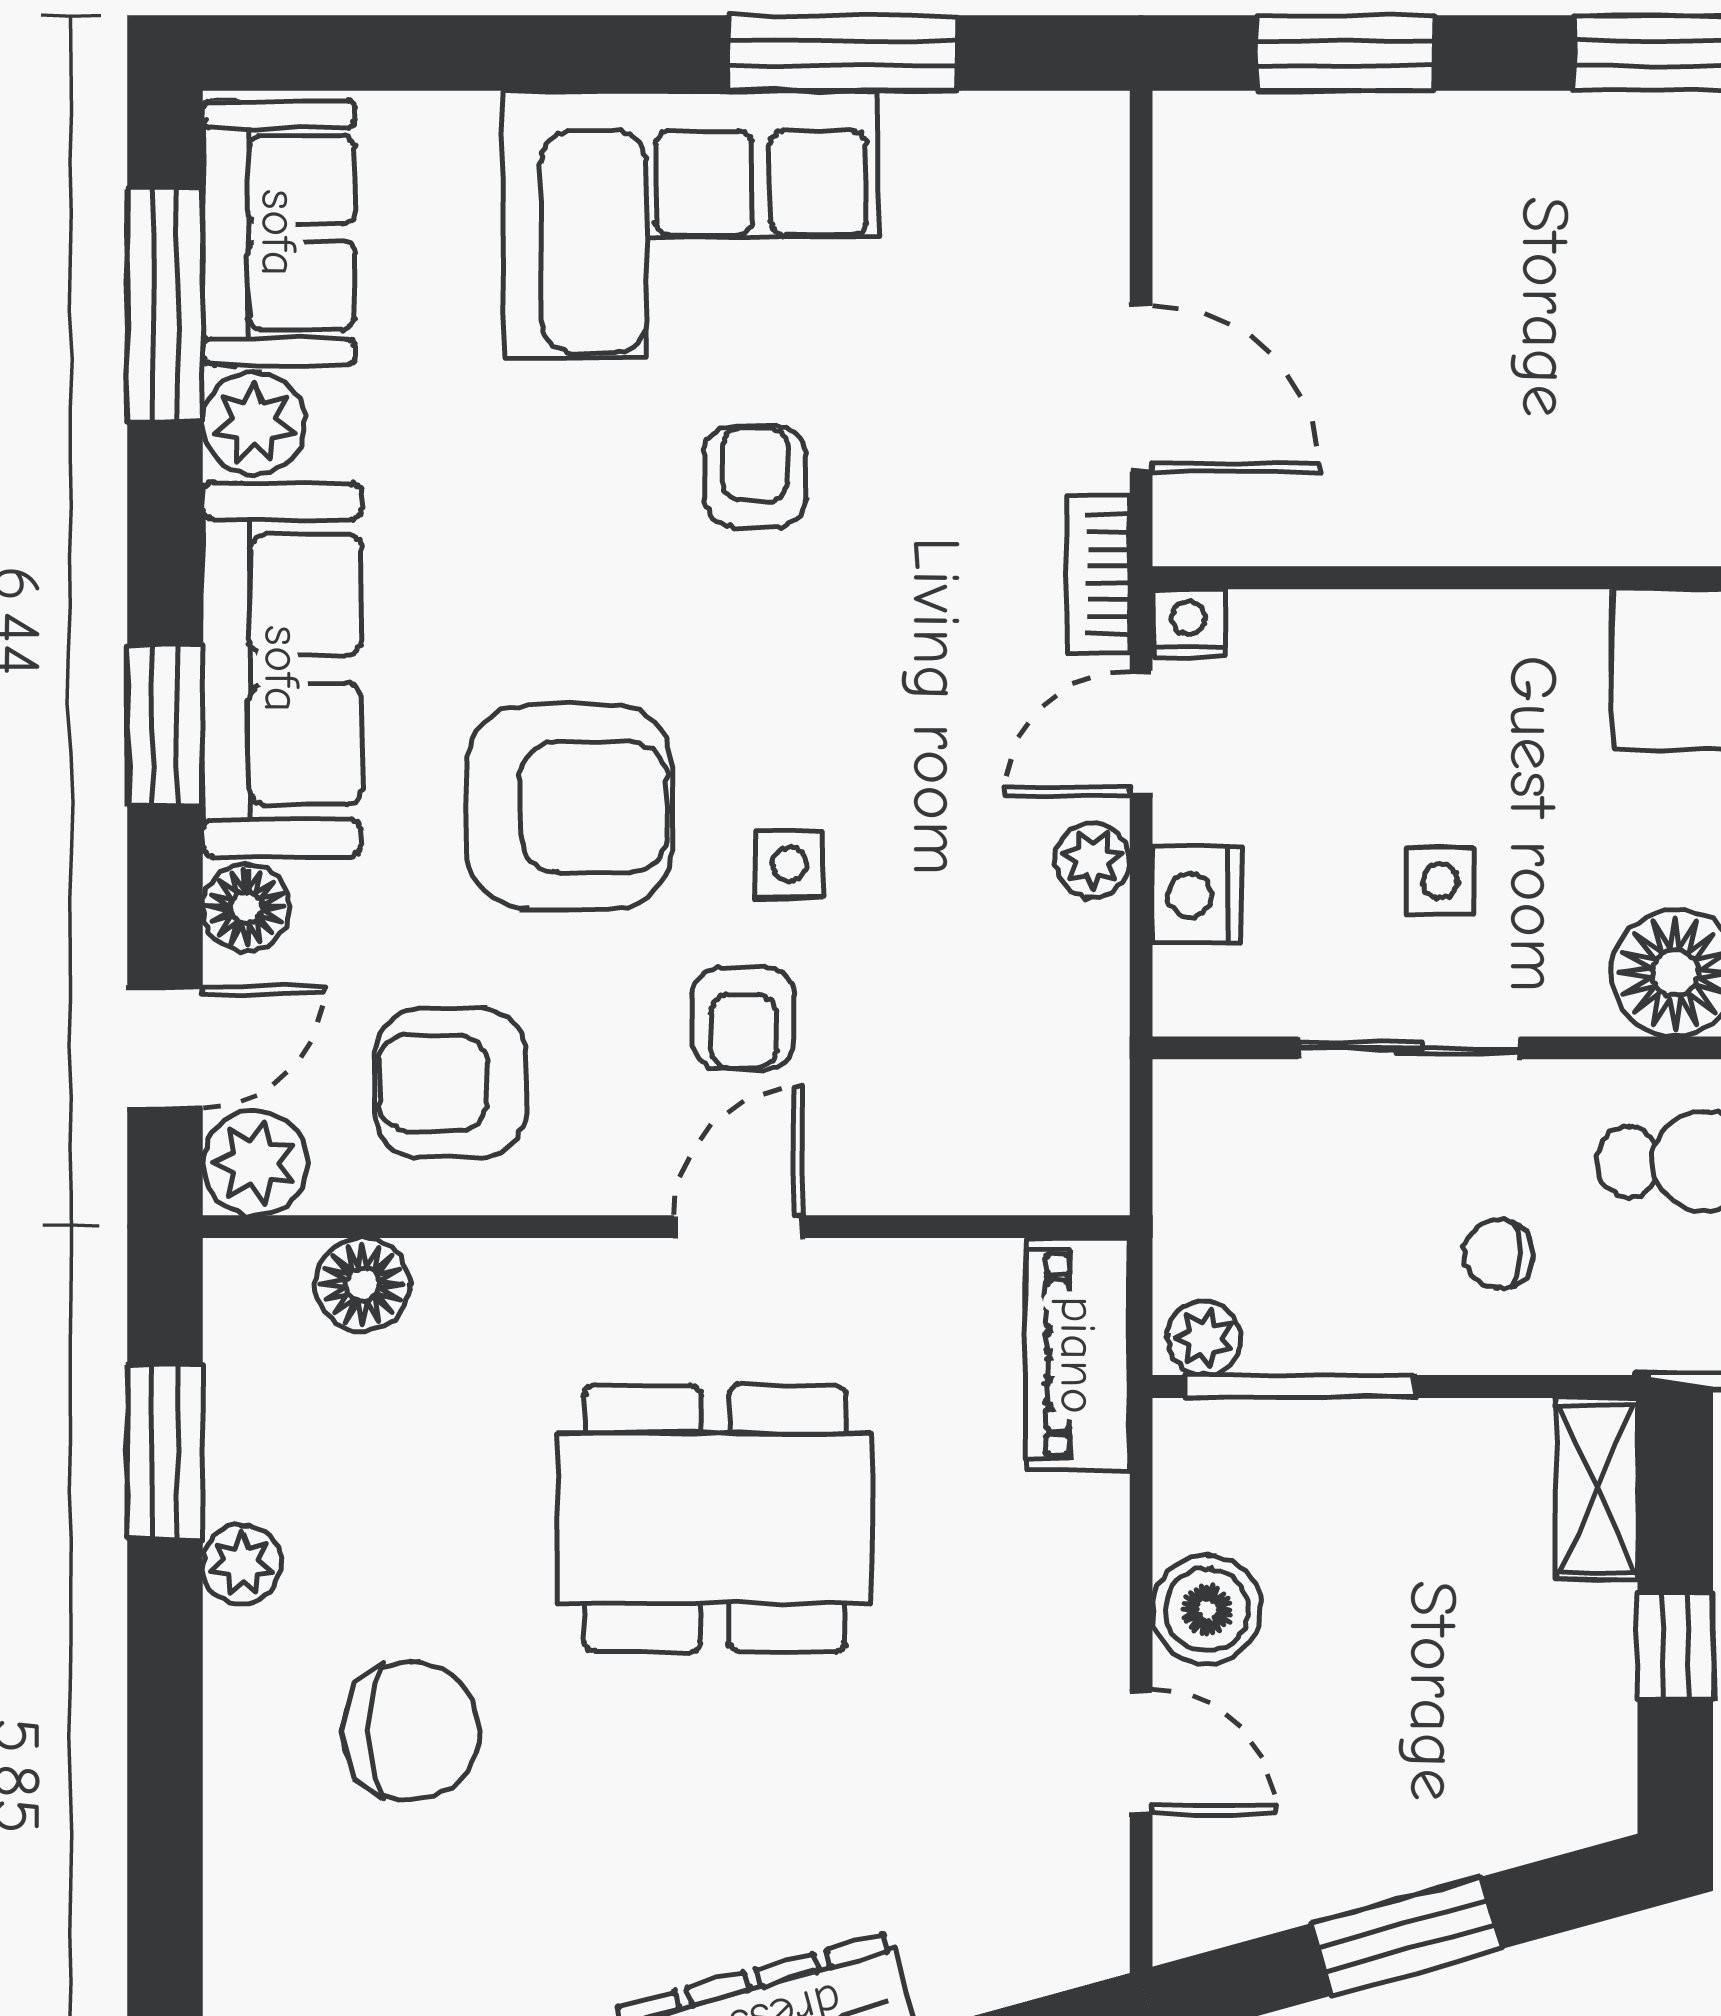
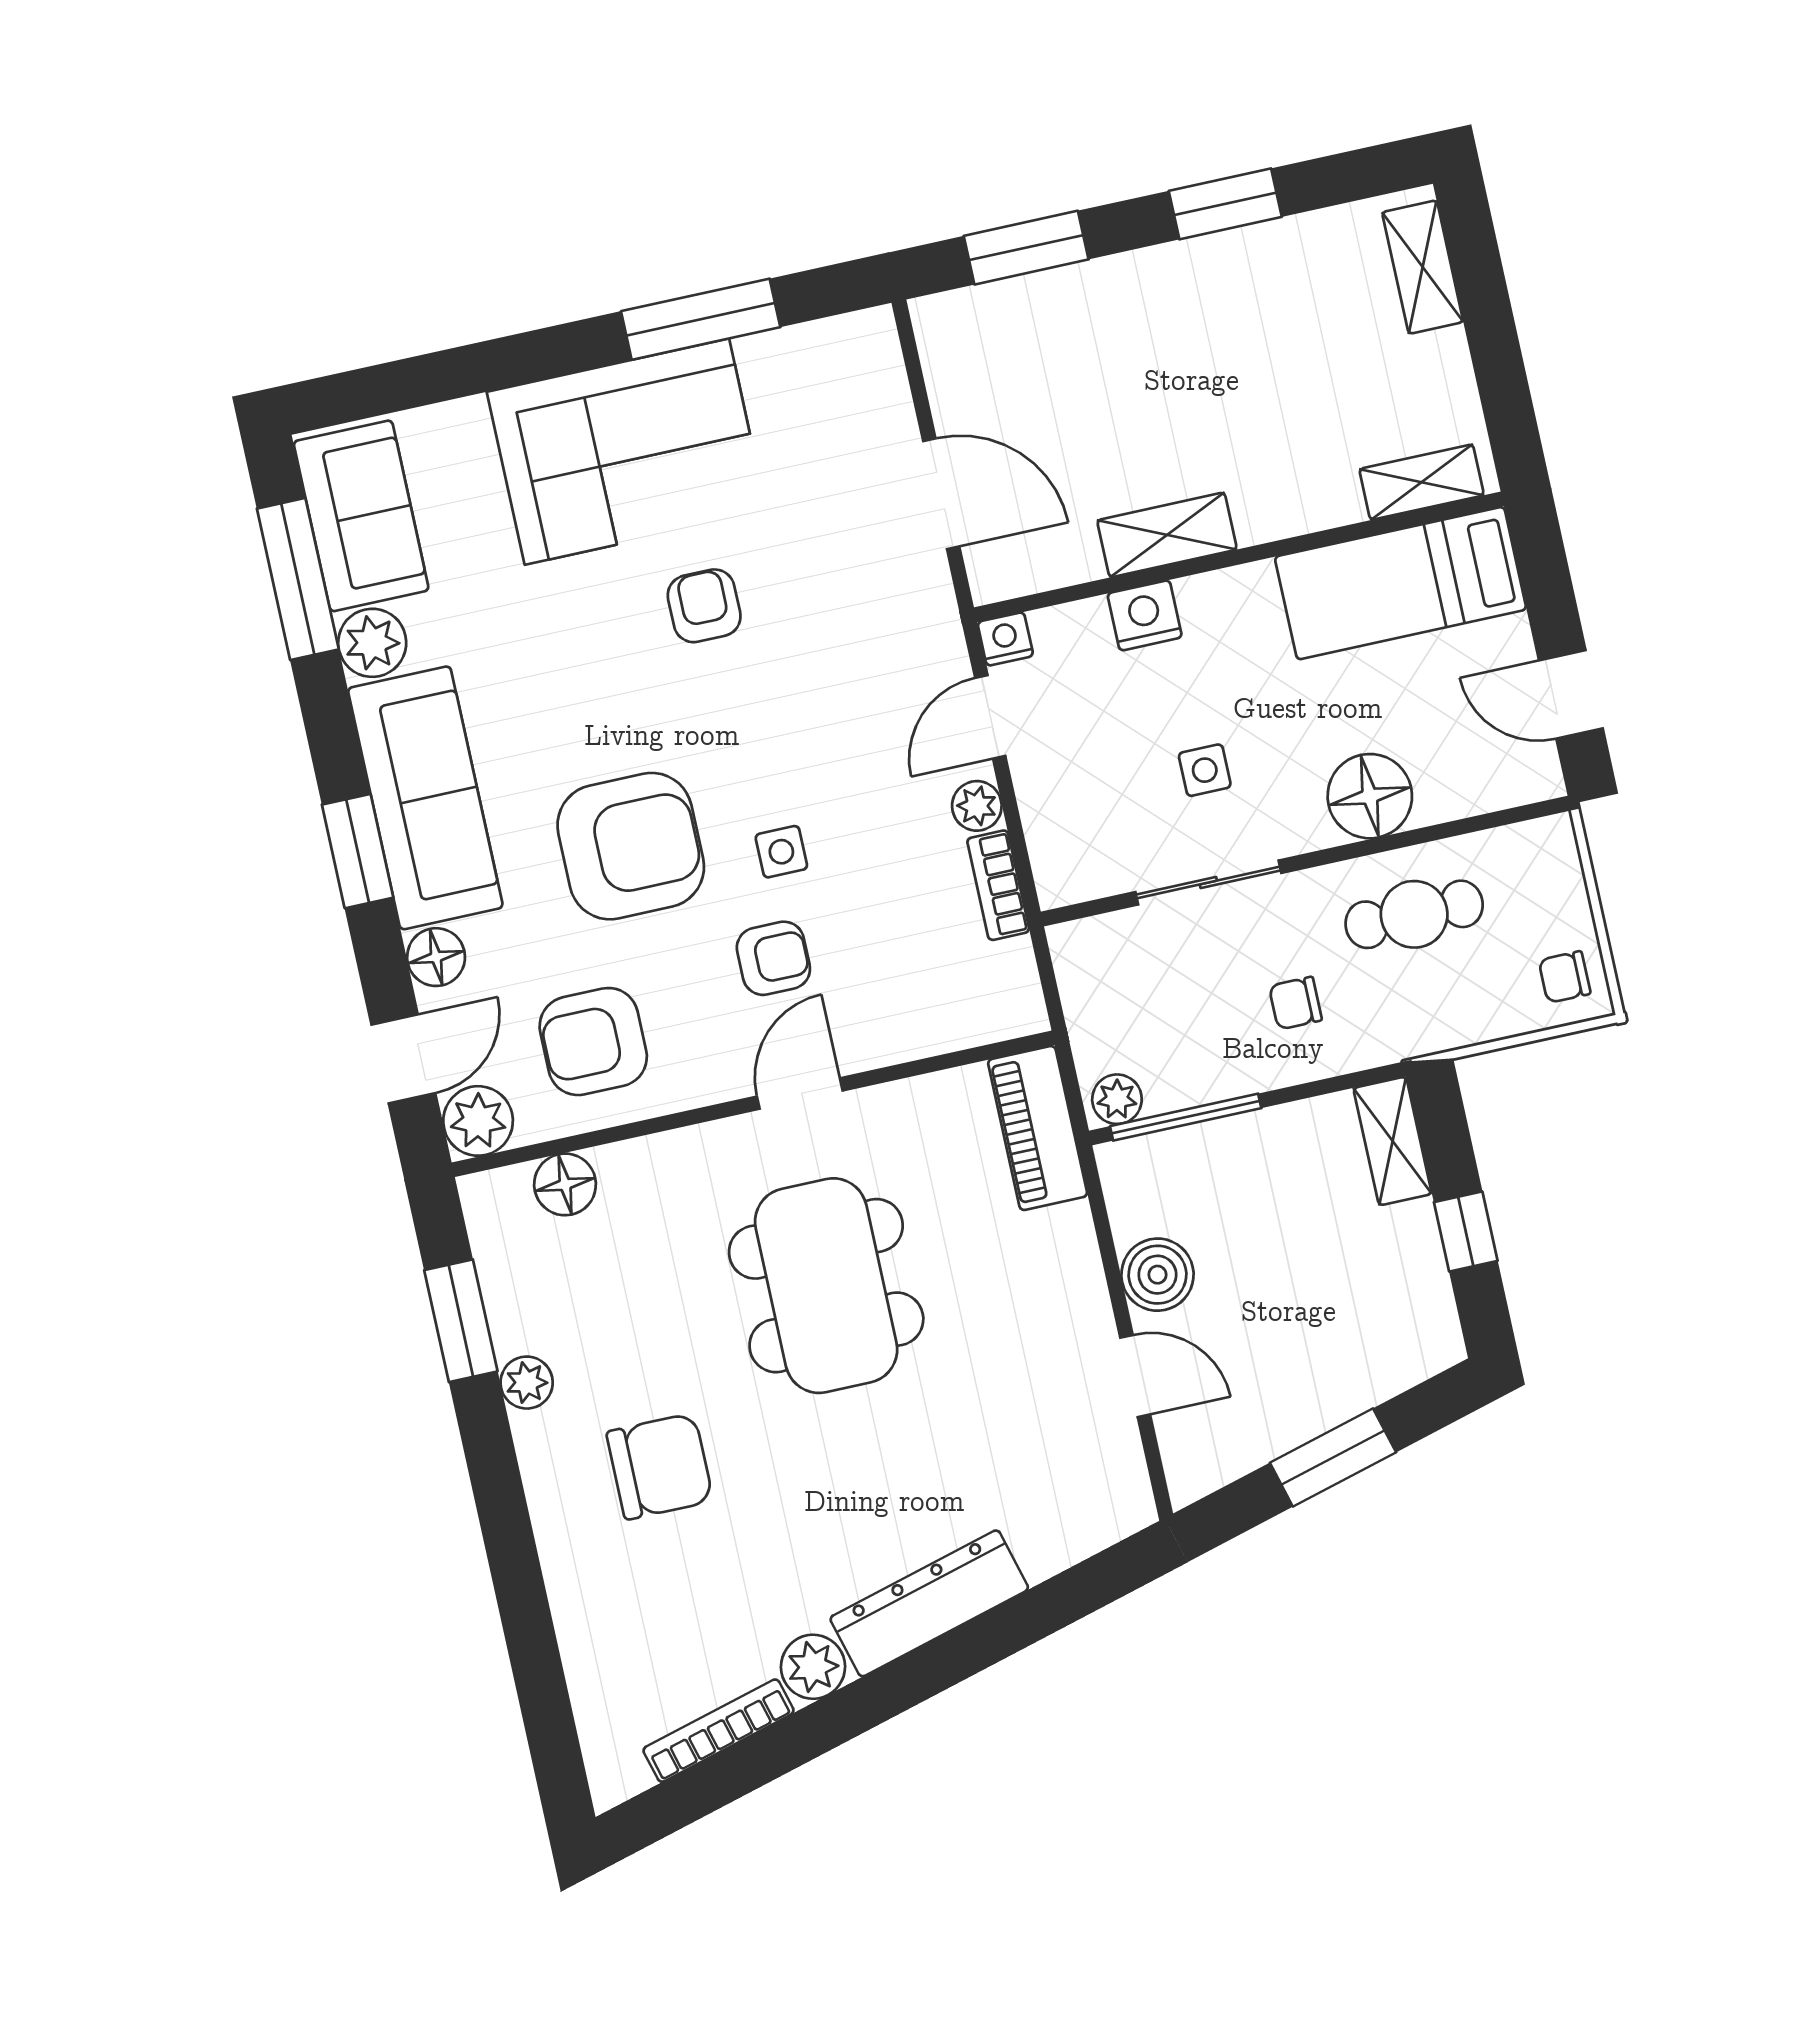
shelving: (1461, 522) -> (1167, 535), added
bookcase: (1098, 574) -> (998, 885), moved
nightstand: (1197, 895) -> (1145, 615), moved, turned 90
armchair: (743, 1019) -> (773, 958), turned -90
dining table: (715, 1518) -> (826, 1286), turned 90

